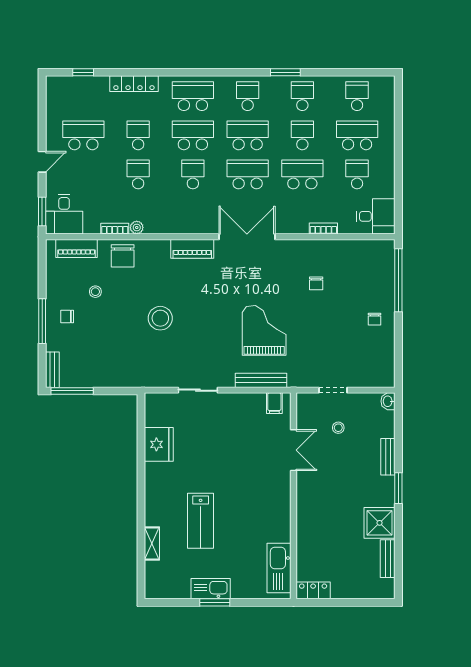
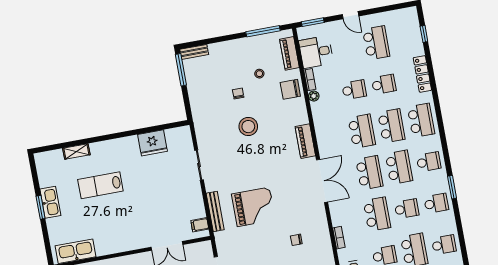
school desk: (193, 174) -> (362, 131), width x1.85
desk: (64, 214) -> (316, 52), moved
chair: (67, 316) -> (238, 94), moved
window: (42, 321) -> (263, 31), moved

